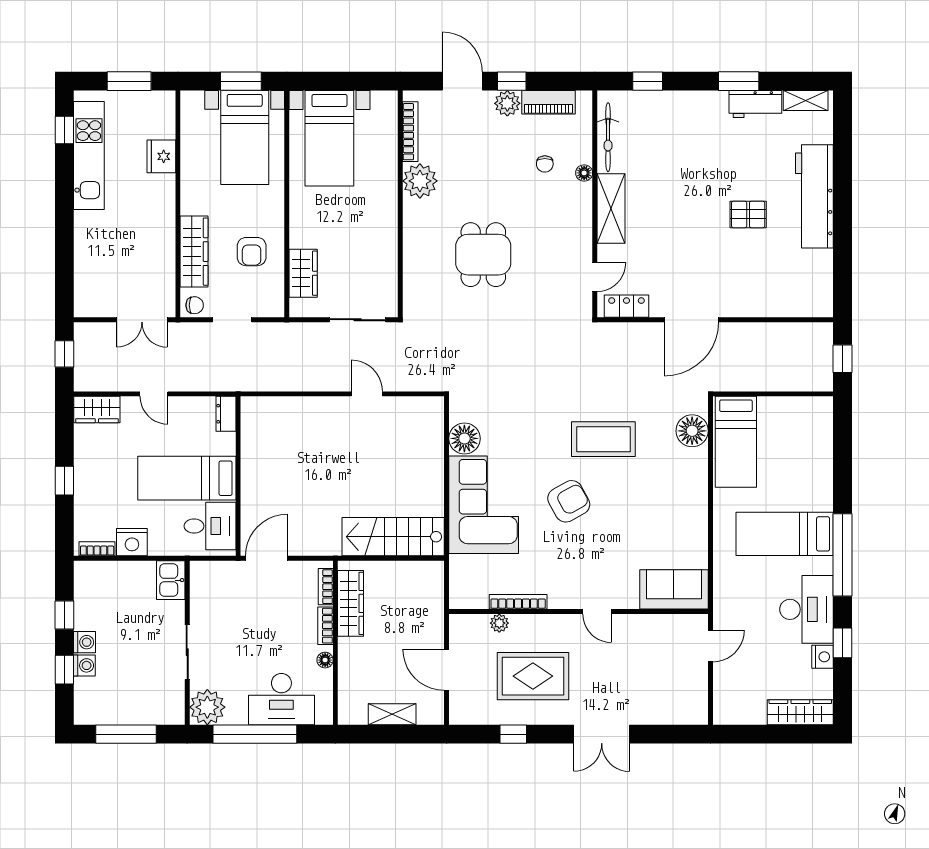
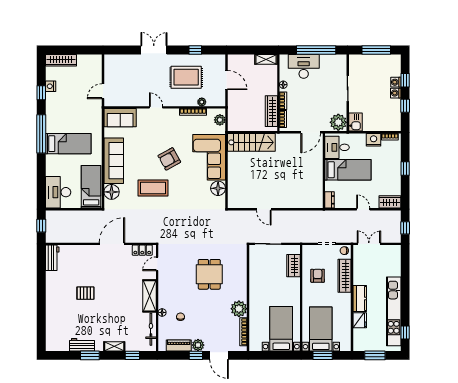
shelving: (806, 100) -> (114, 346), moved
kitchen unit: (89, 156) -> (394, 311), width x1.36
workbench: (814, 196) -> (52, 258), moved, width x0.53, depth x0.76
kitchen counter: (162, 203) -> (360, 298), added
sofa: (687, 498) -> (114, 161), added
plant: (461, 585) -> (220, 120), added
desk: (807, 609) -> (58, 192), moved
plant: (207, 707) -> (338, 122), moved
shelving: (392, 714) -> (266, 59), moved

